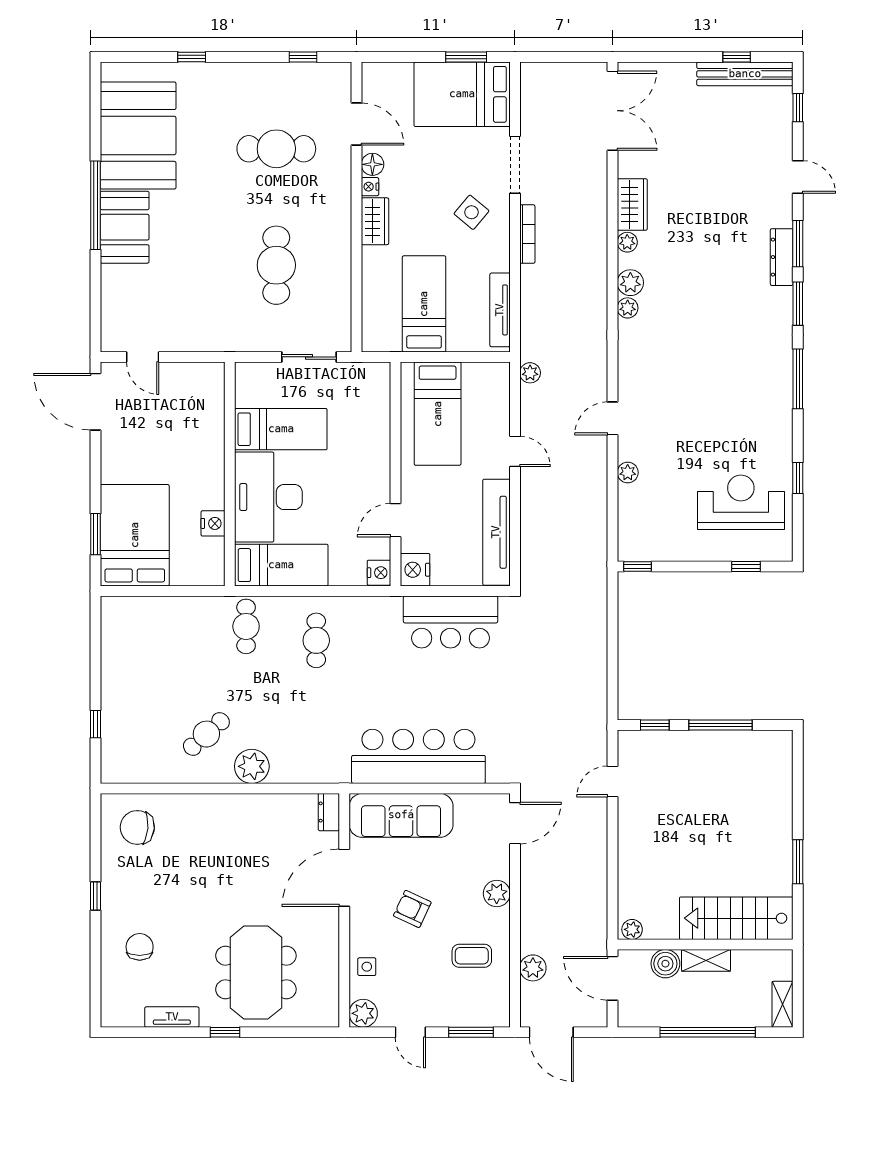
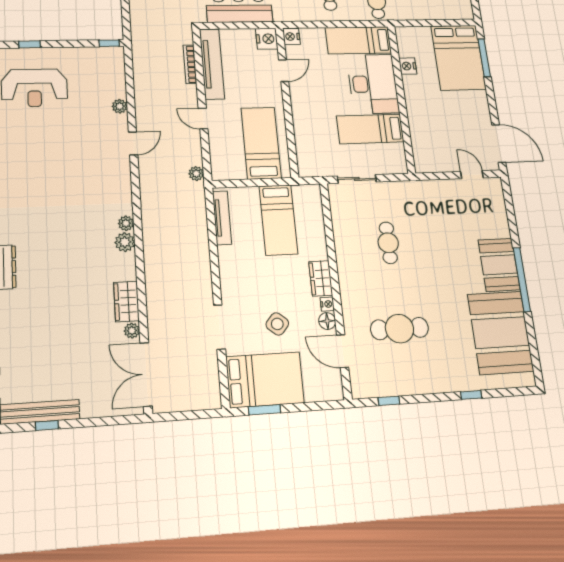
side table: (472, 212) -> (277, 324), moved
bookcase: (527, 234) -> (190, 64), moved
plant: (627, 242) -> (132, 331), moved
cafe table: (276, 265) -> (388, 243), width x0.73, depth x0.74
window: (96, 534) -> (484, 58), width x1.44

